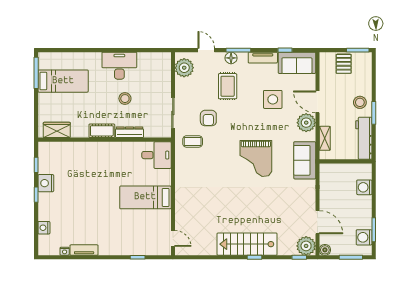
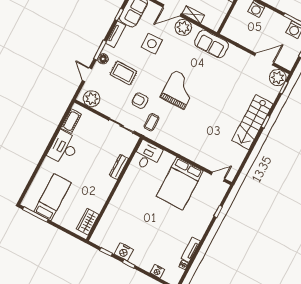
door: (206, 50) -> (87, 75), hinge flipped
stool: (125, 99) -> (91, 157), removed
armchair: (208, 118) -> (140, 101), turned 180
cot: (102, 131) -> (71, 121), moved
shelving: (325, 138) -> (193, 14), moved
grand piano: (256, 158) -> (179, 90), moved, turned -90
bed: (145, 197) -> (180, 184), width x1.50
boiler: (325, 250) -> (288, 65), removed

